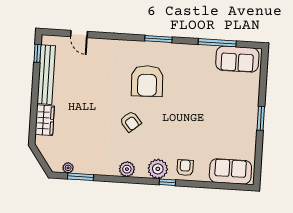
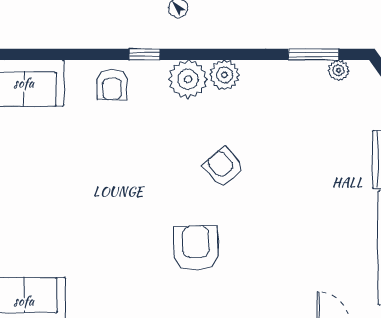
armchair: (147, 81) -> (196, 248), width x0.73, depth x0.73
plant: (158, 169) -> (188, 79), moved

